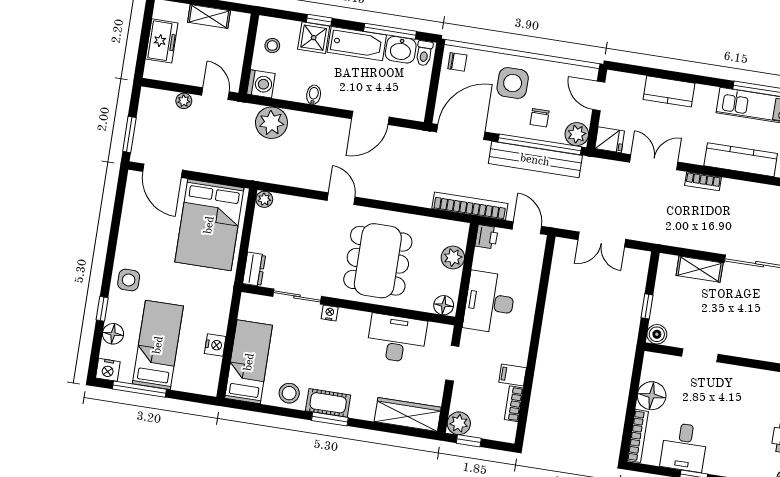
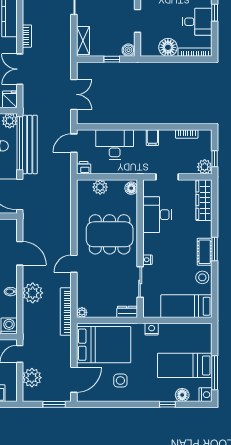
plant: (184, 101) -> (32, 378), width x1.88, depth x1.88
plant: (271, 123) -> (33, 293), moved
bookcase: (470, 206) -> (66, 312), moved
shelving: (700, 269) -> (83, 41), moved
side table: (129, 280) -> (120, 381), moved
desk: (489, 302) -> (115, 144), moved, turned 180
nightstand: (215, 345) -> (152, 329), moved
filing cabinet: (513, 375) -> (152, 138), moved

